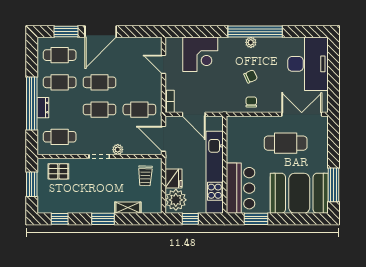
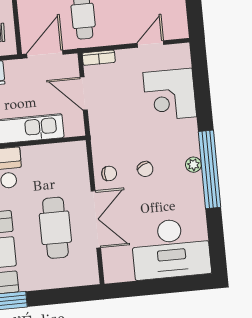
door: (194, 114) -> (84, 93), hinge flipped
double door: (302, 114) -> (96, 219), moved

